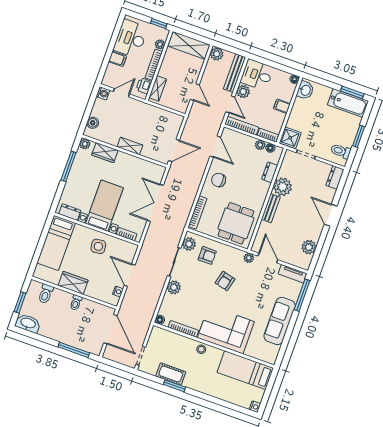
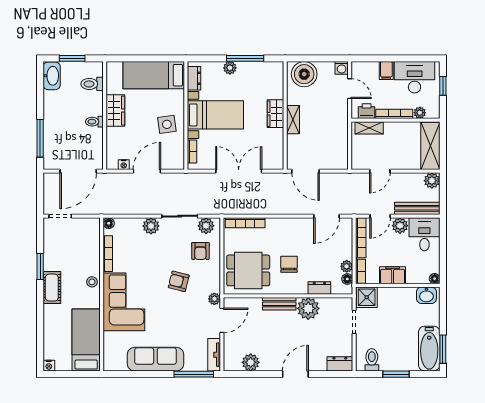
window: (159, 23) -> (443, 86), moved
filing cabinet: (282, 106) -> (393, 275), width x2.00
boiler: (93, 123) -> (304, 74), width x1.86, depth x1.86
plant: (85, 144) -> (230, 68), moved
wardrobe: (105, 153) -> (275, 114), moved
chair: (219, 180) -> (289, 264), moved
cot: (171, 374) -> (52, 288), moved

